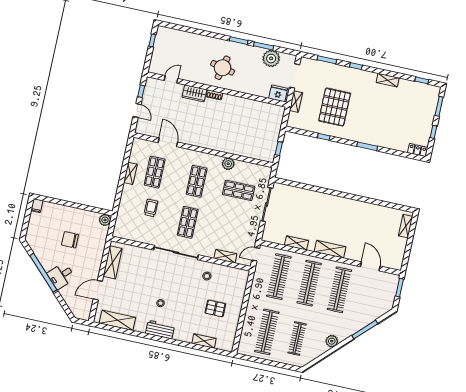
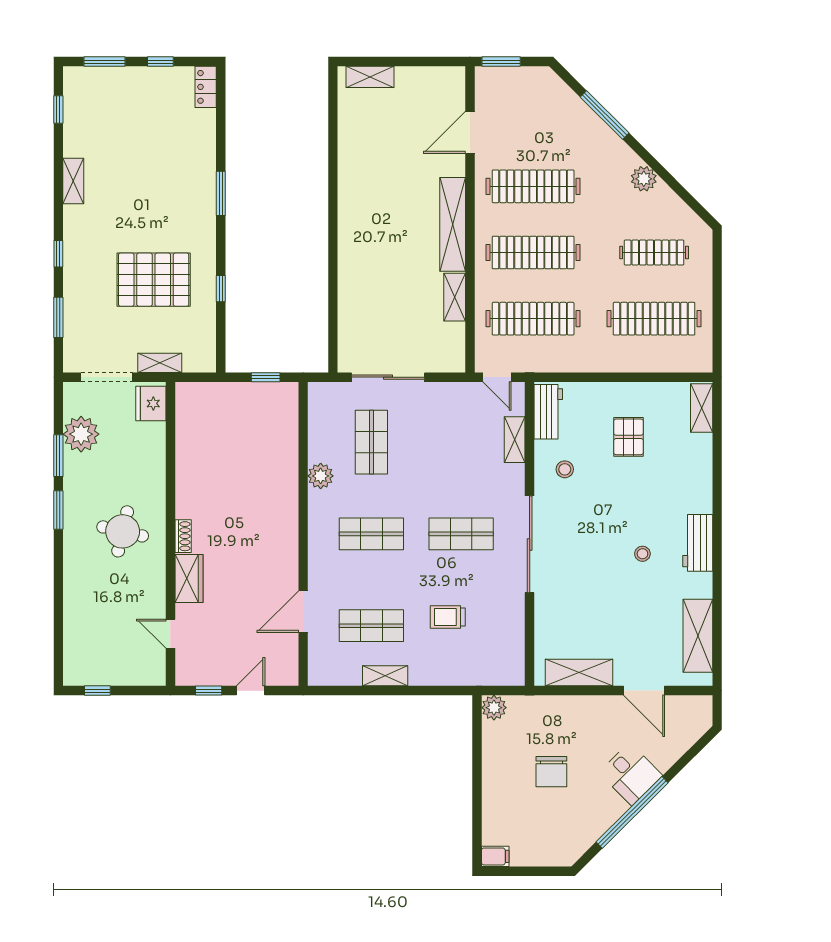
shelving: (330, 249) -> (453, 224), width x1.47
workbench: (235, 274) -> (548, 412), added
shelving: (204, 341) -> (702, 408), moved

